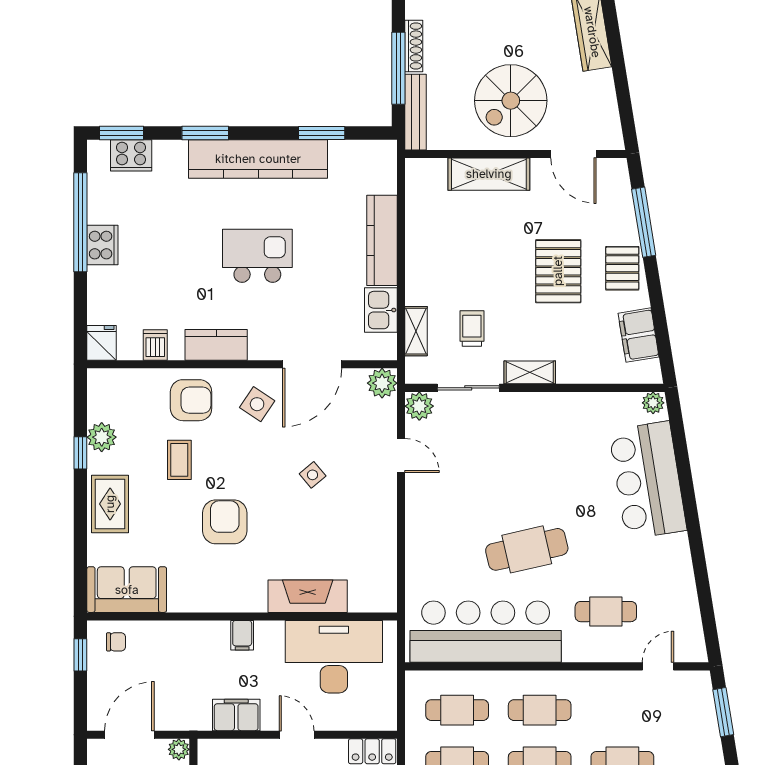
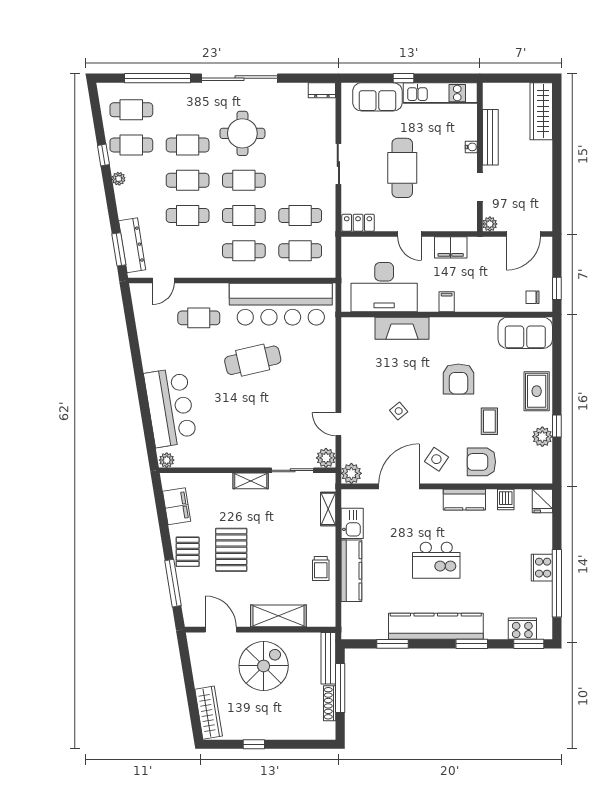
trolley: (472, 329) -> (321, 569), moved
dresser: (704, 718) -> (132, 245), added

